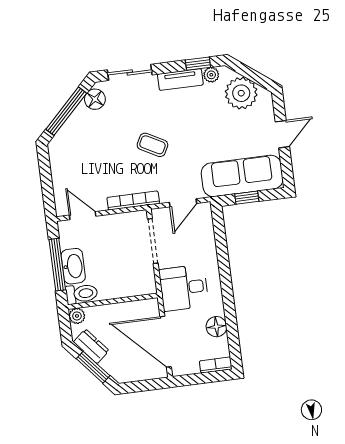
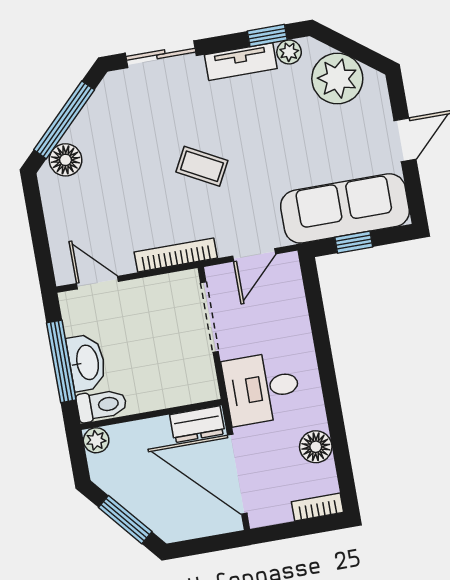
floor lamp: (95, 99) -> (66, 160), moved
dresser: (91, 346) -> (197, 424), moved, turned 130

